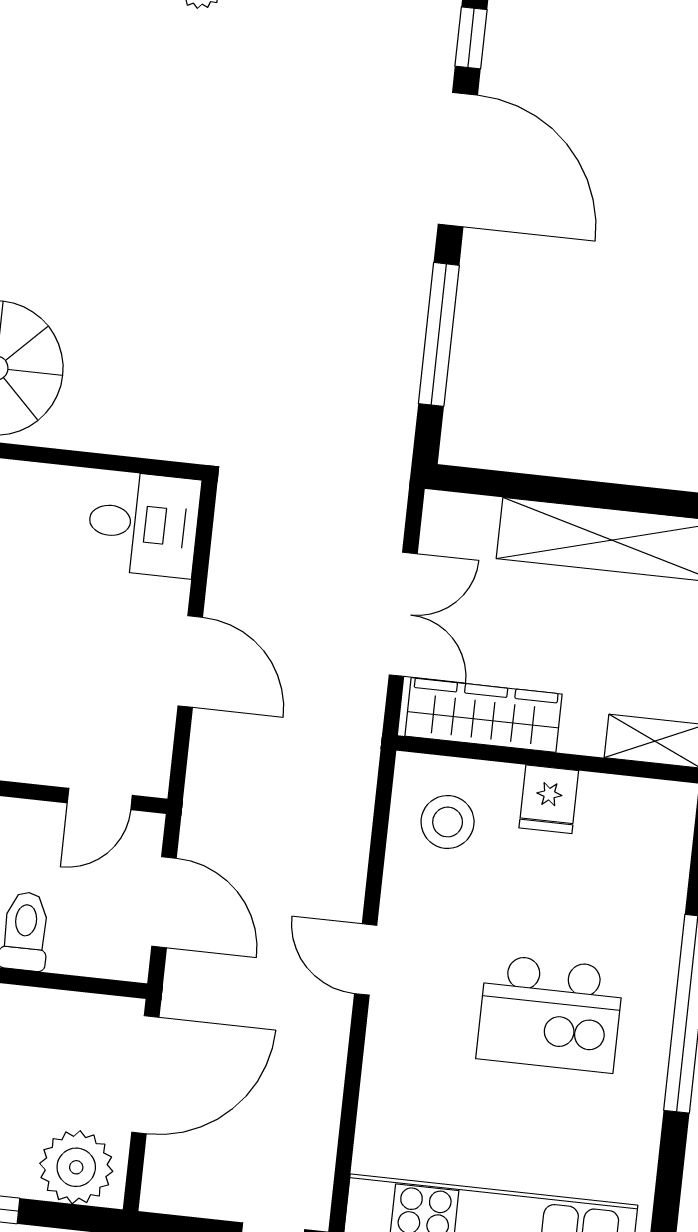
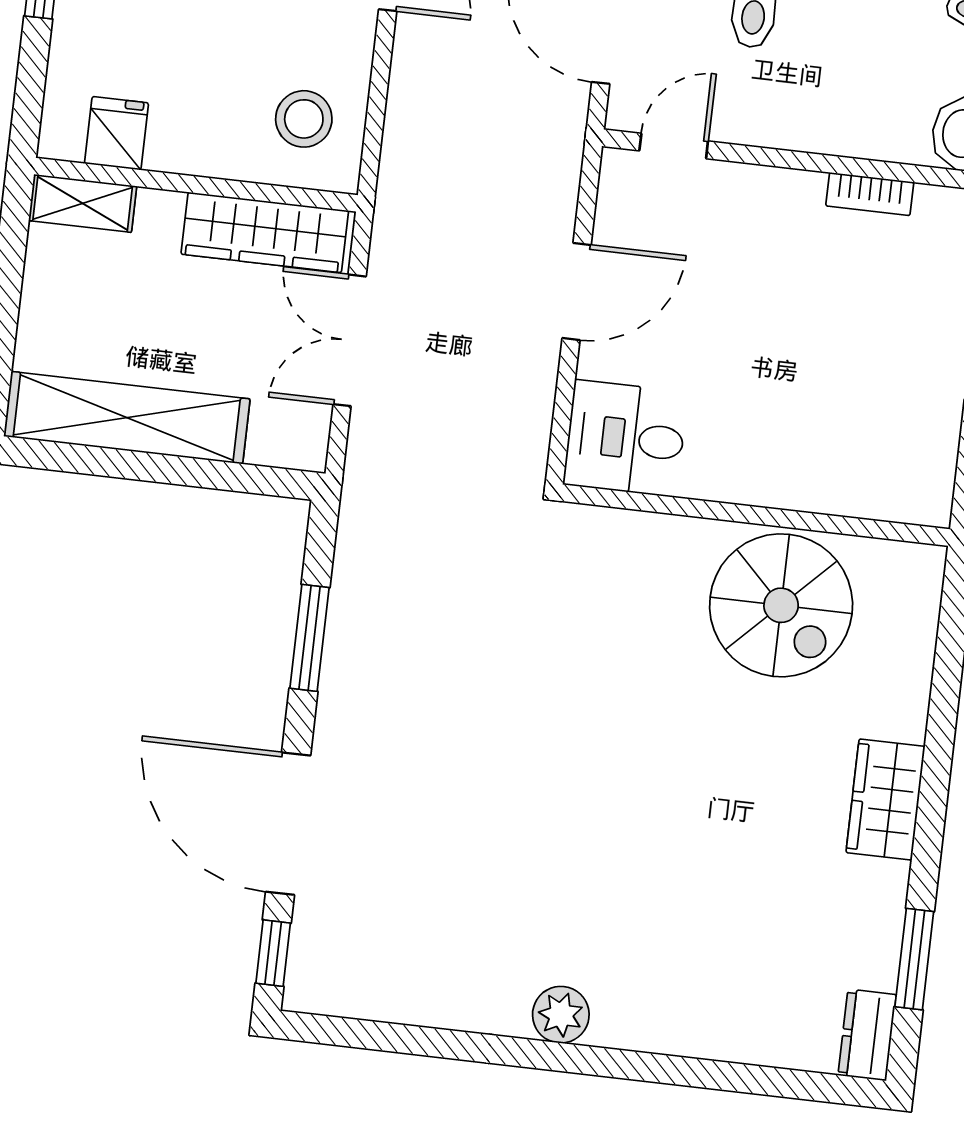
window: (439, 334) -> (310, 638), width x0.69
door: (190, 662) -> (577, 292), swing flipped
fridge: (549, 799) -> (116, 133), moved

